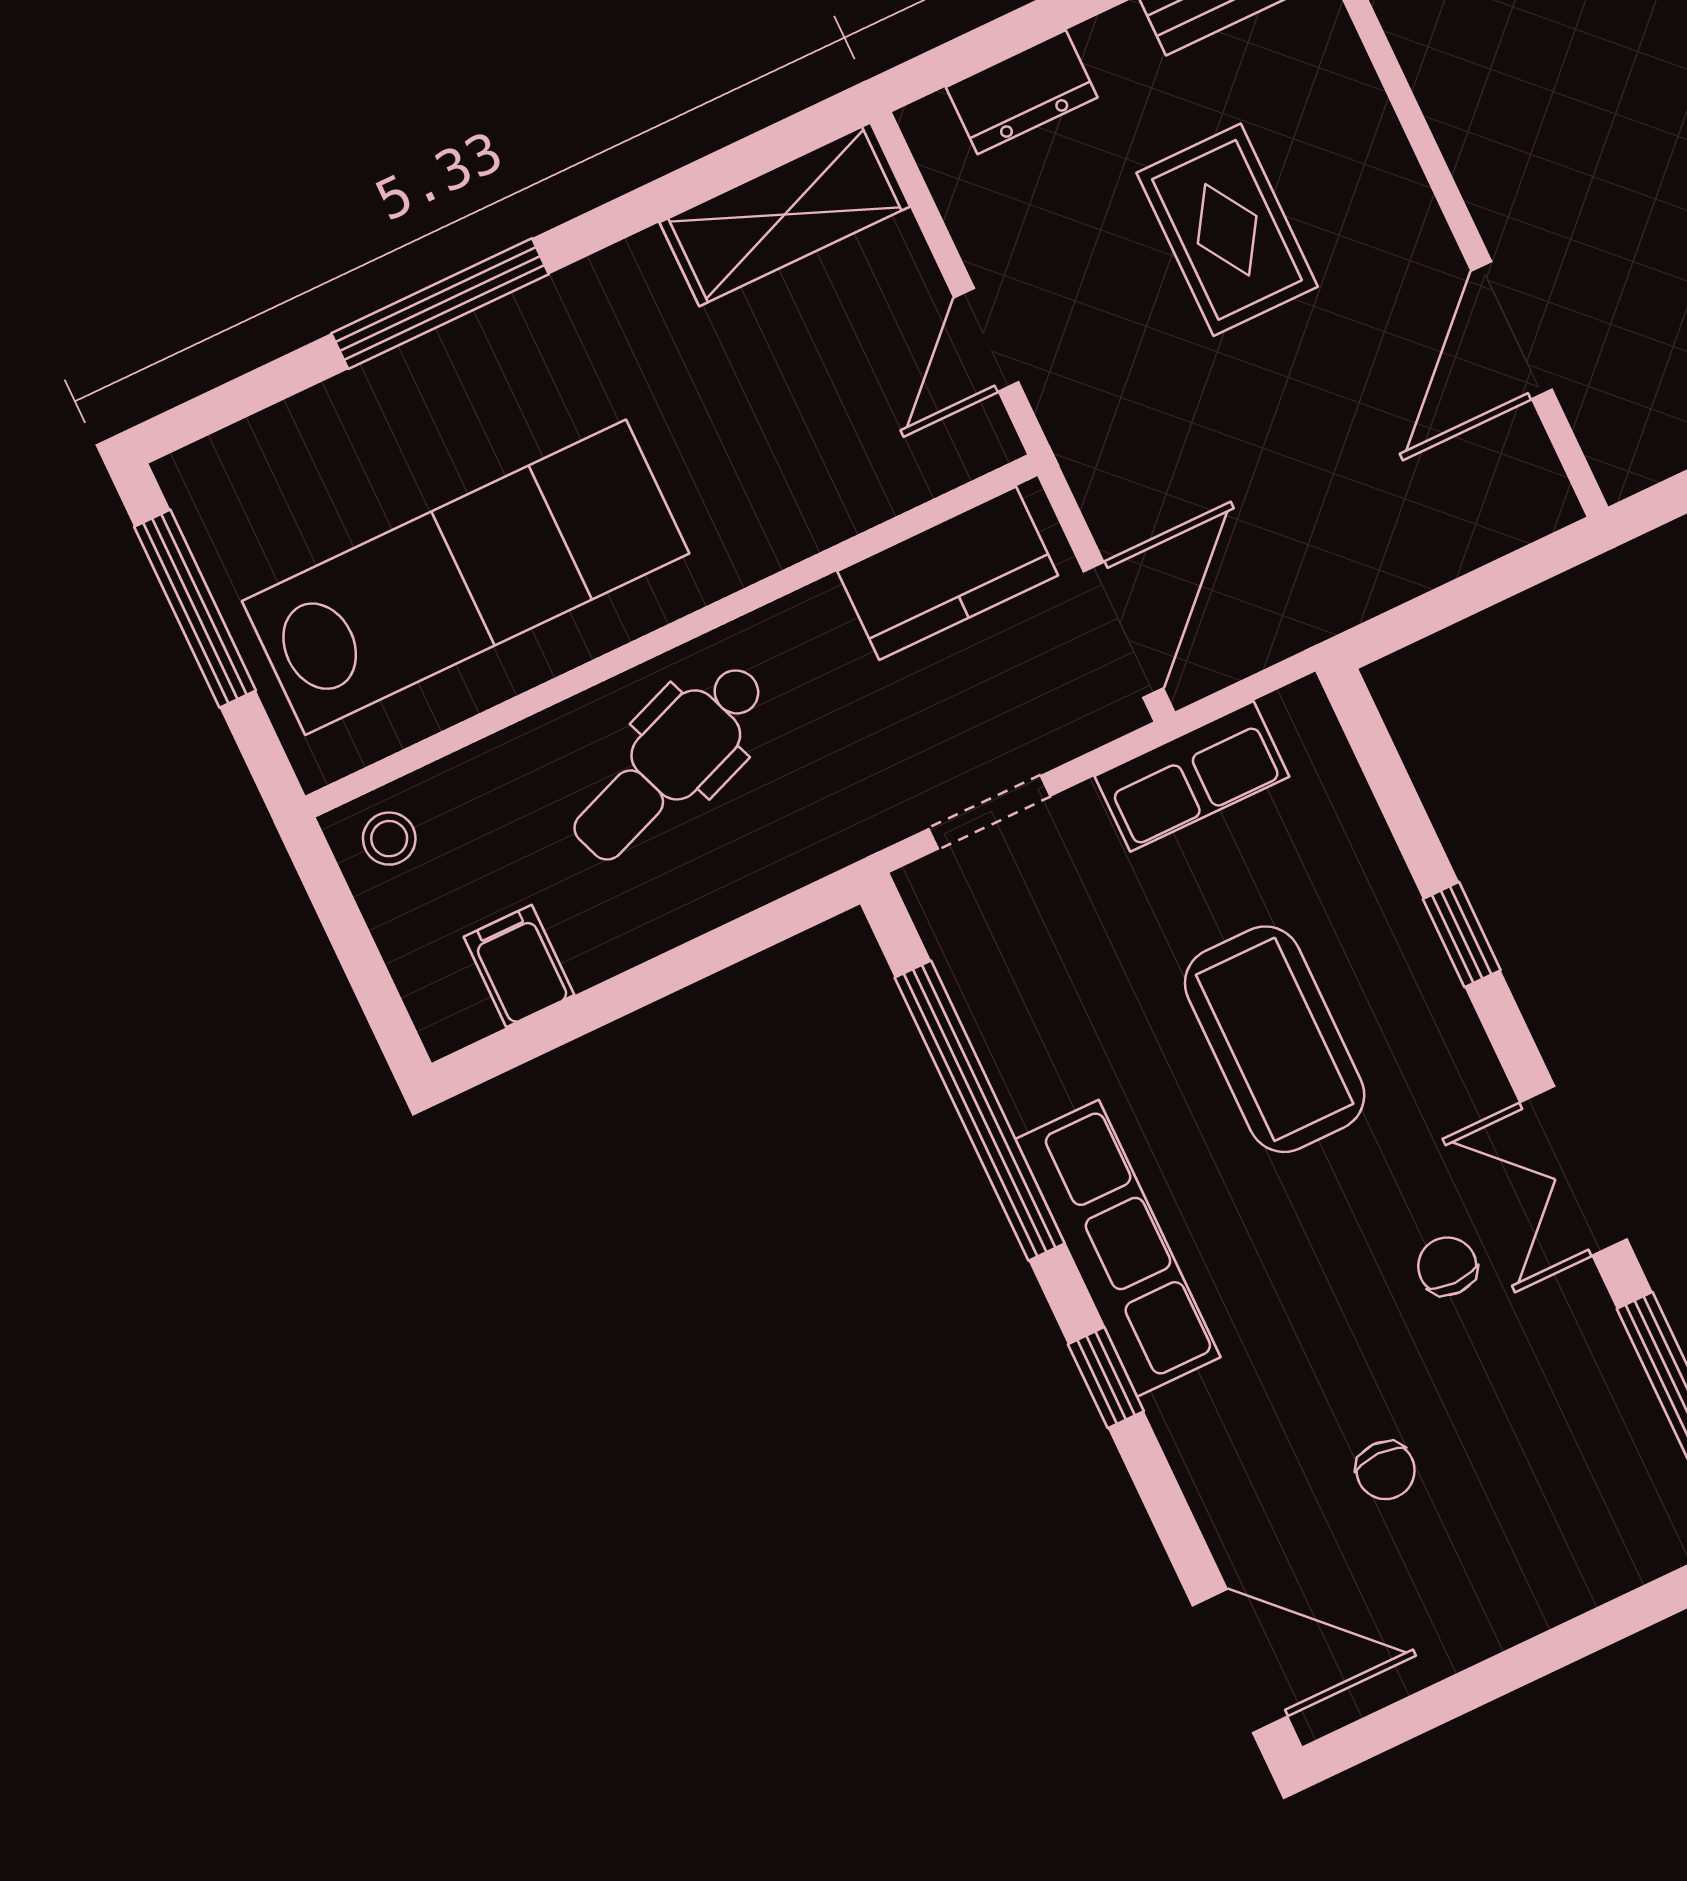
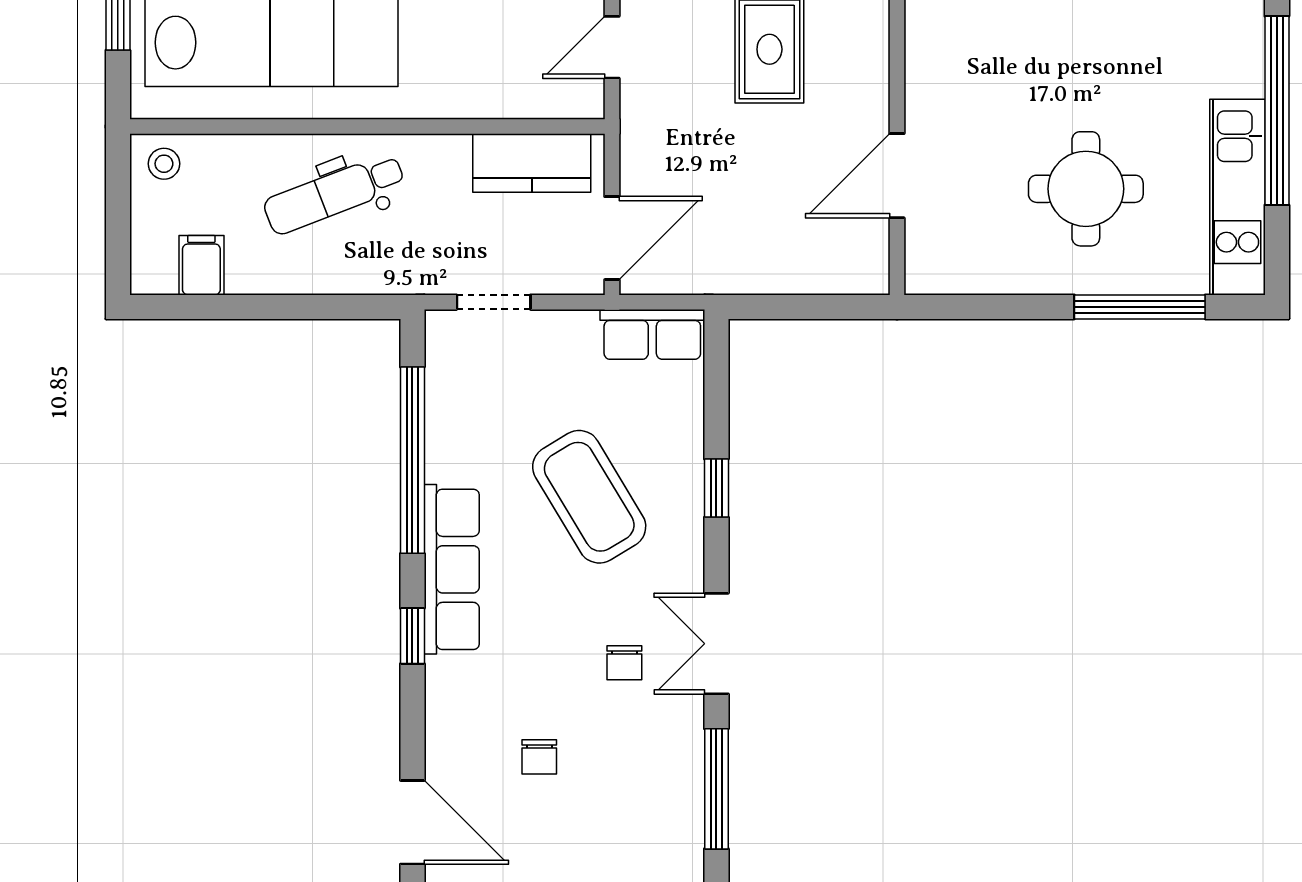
row of seats: (1192, 776) -> (652, 334), moved
coffee table: (1275, 1039) -> (589, 497), turned -31
chair: (1447, 1266) -> (624, 663), turned 180

